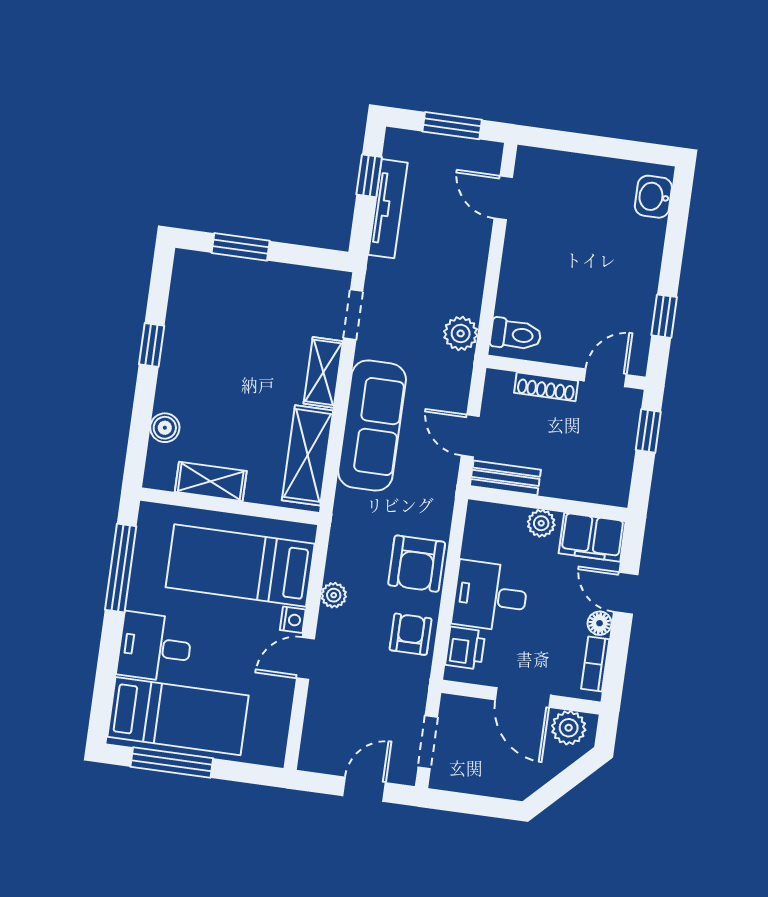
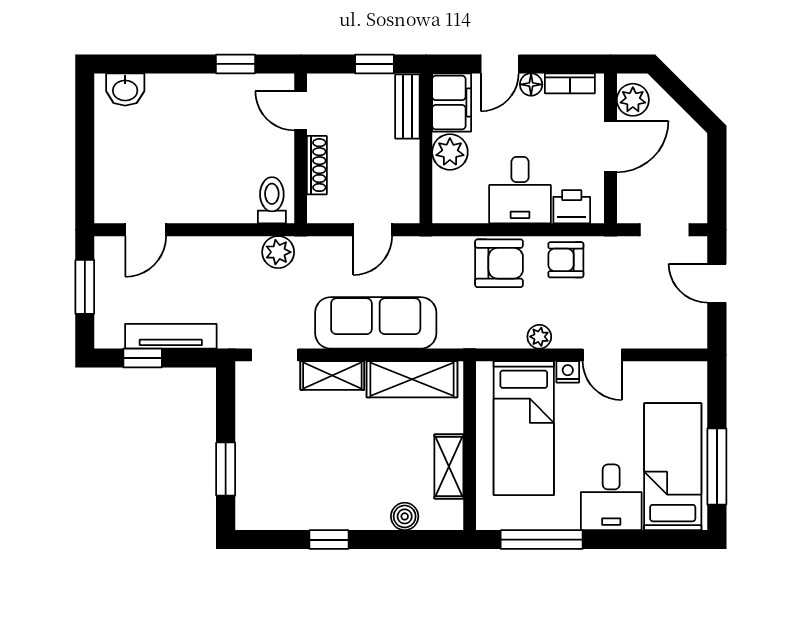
window: (648, 431) -> (375, 64), moved
bench: (505, 478) -> (407, 106), moved
plant: (541, 523) -> (450, 152), width x1.38, depth x1.38

